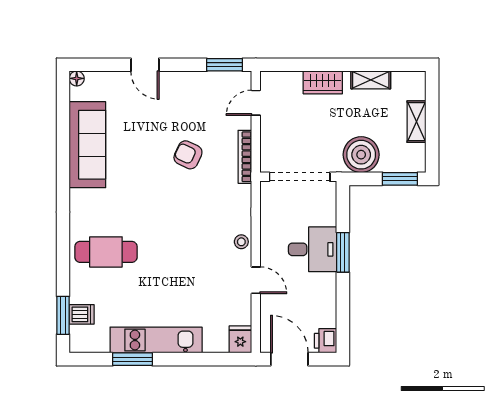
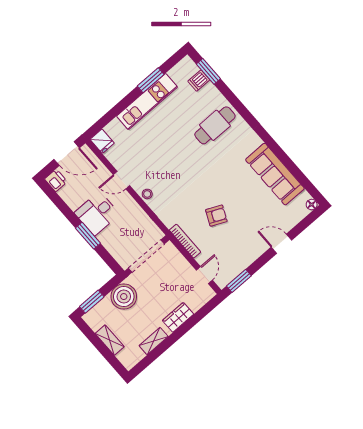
desk: (313, 249) -> (97, 213), moved

